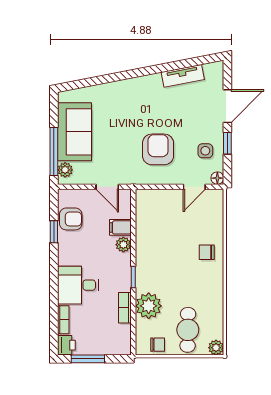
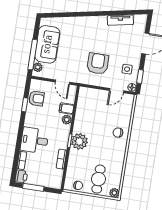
window: (227, 143) -> (140, 77), moved
plant: (149, 306) -> (79, 141), moved

